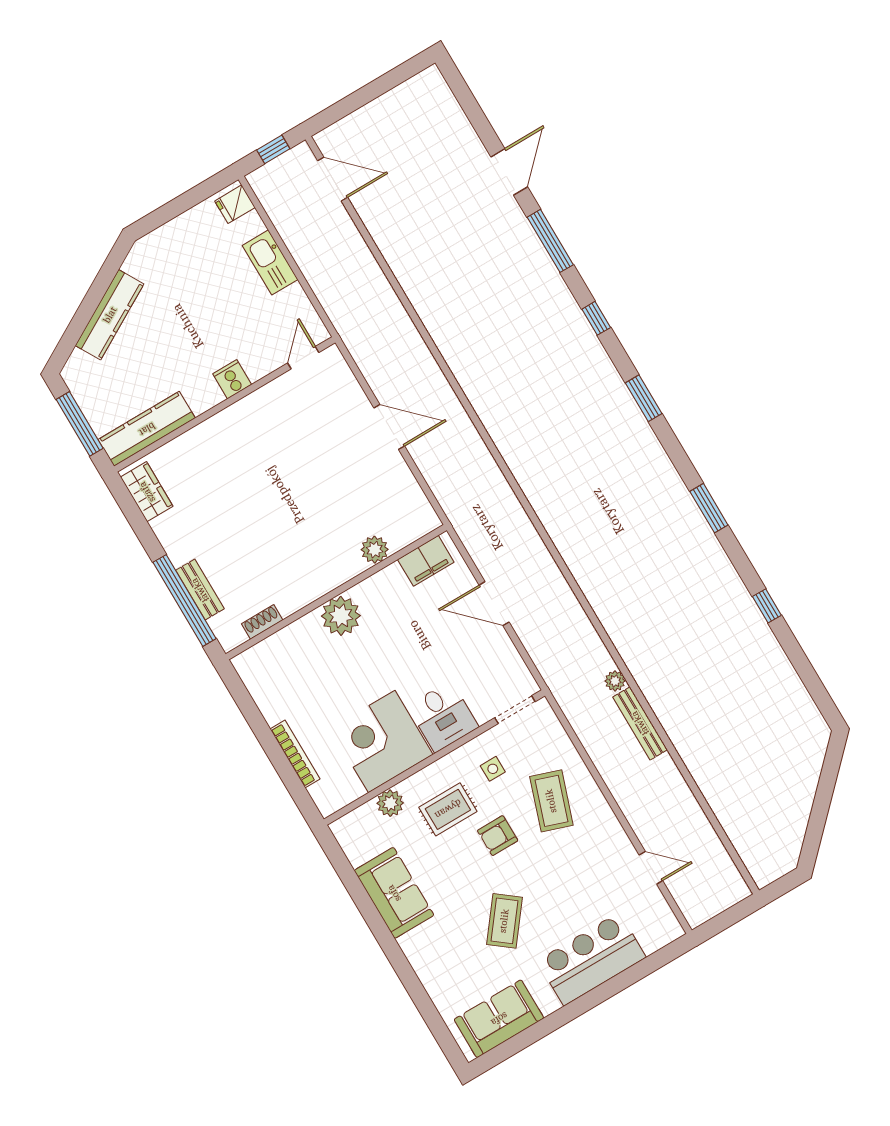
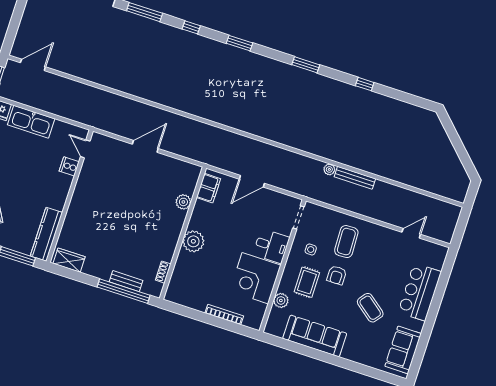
kitchen sink: (270, 262) -> (31, 122), width x1.36, depth x1.24
cooker: (232, 379) -> (69, 166), moved
coffee table: (551, 801) -> (346, 242), turned 69
sofa: (394, 893) -> (315, 336), width x1.36

